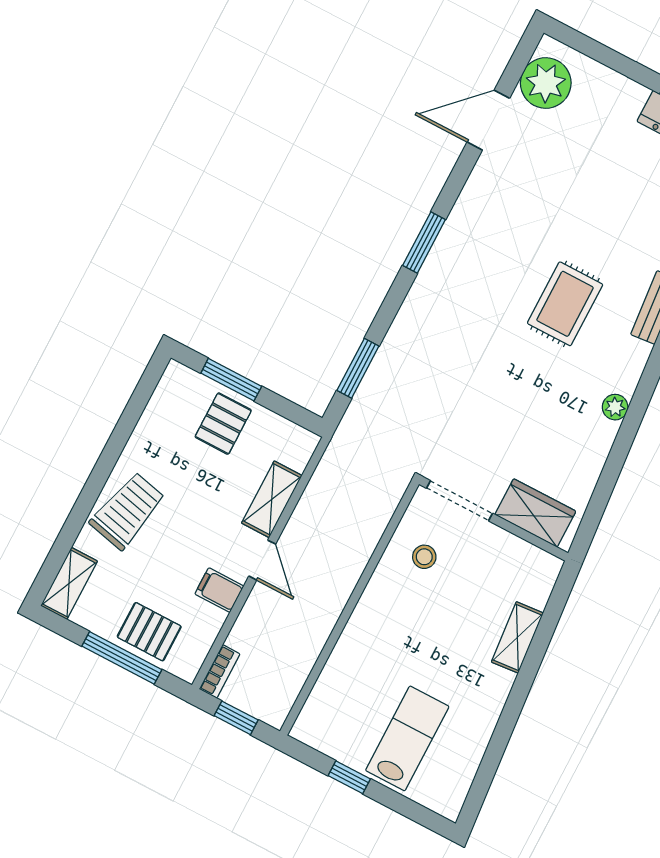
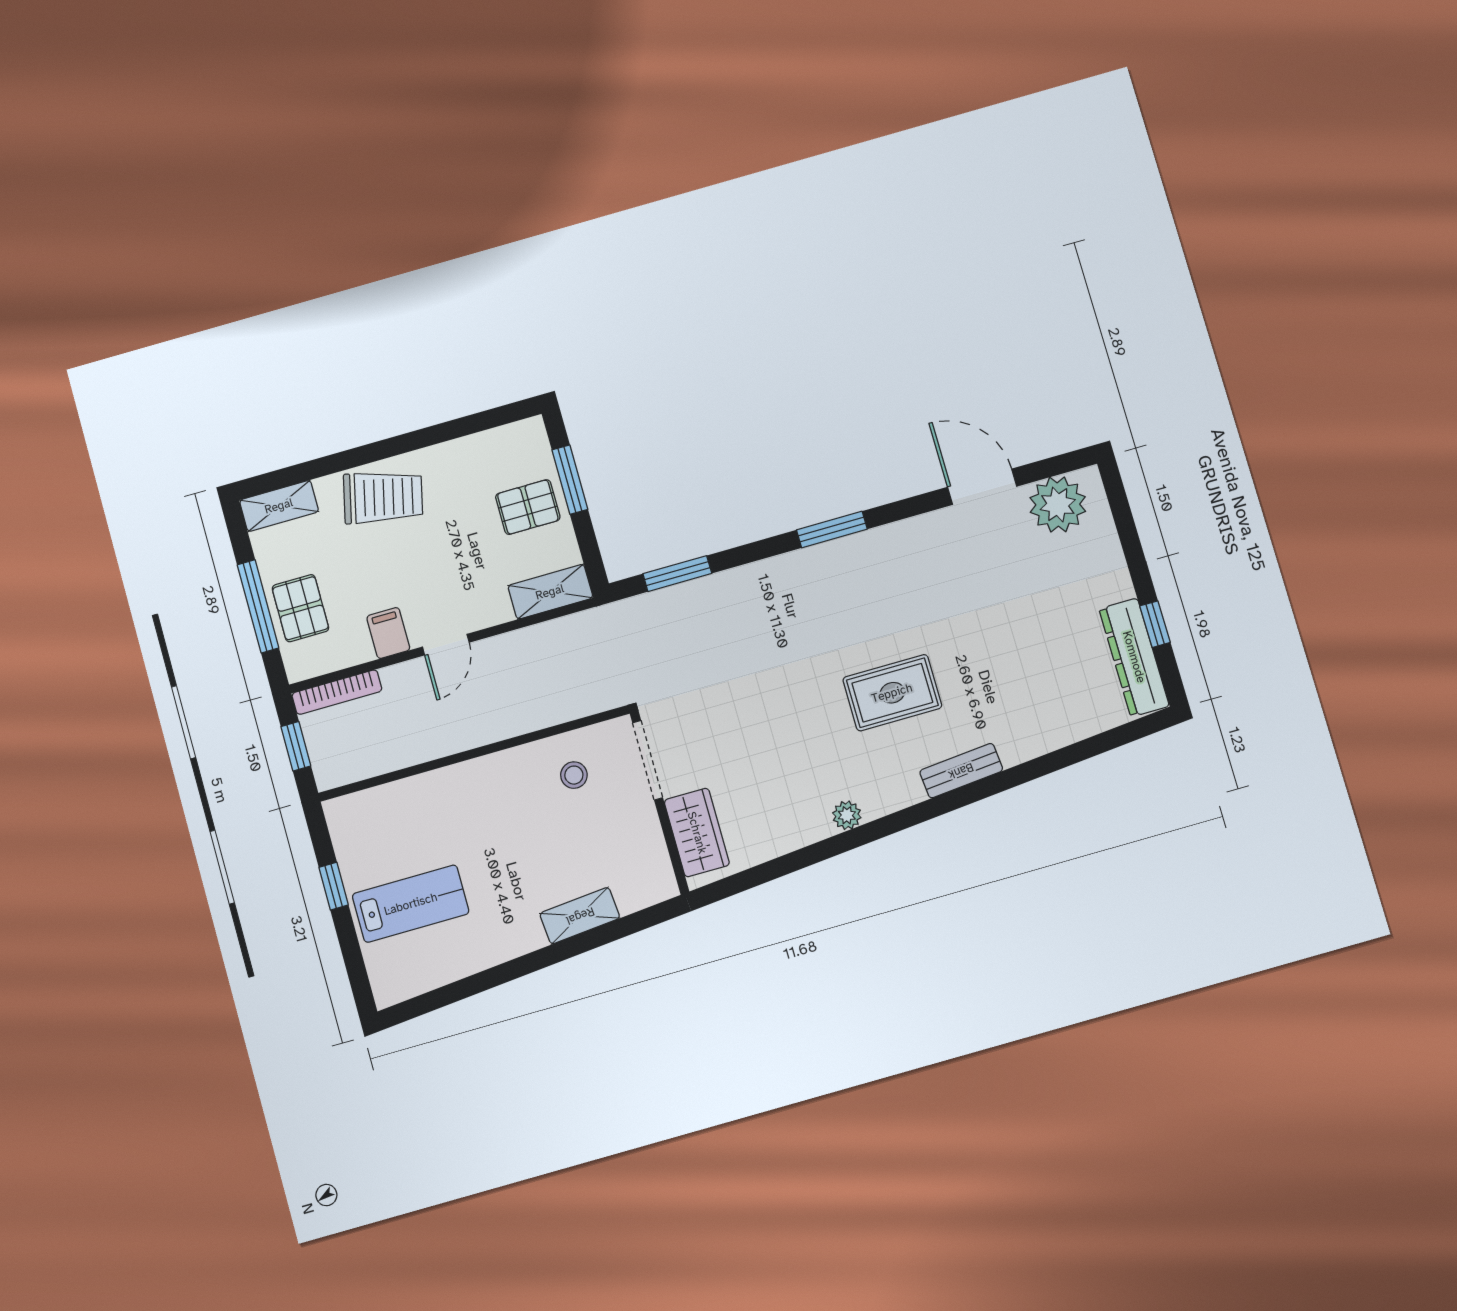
shelving: (272, 499) -> (550, 592), moved
bookcase: (220, 671) -> (337, 692), width x1.56

